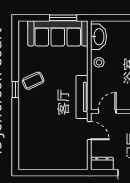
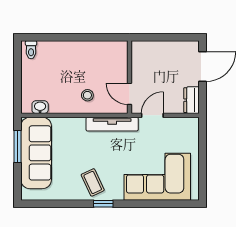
washbasin: (98, 37) -> (40, 107), width x0.52, depth x0.69
stool: (99, 62) -> (87, 95), moved
corner sofa: (38, 135) -> (157, 177), added

